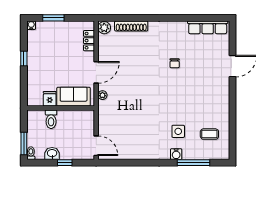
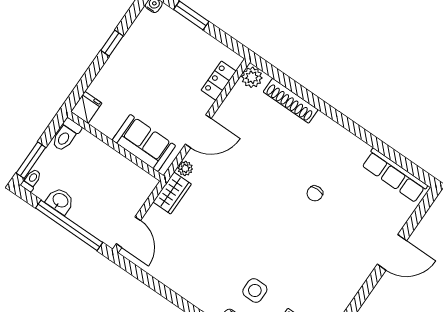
fridge: (50, 99) -> (86, 107), moved
wardrobe: (104, 112) -> (172, 193), added
toilet: (51, 119) -> (66, 135), moved
window: (65, 163) -> (69, 225), width x3.17

